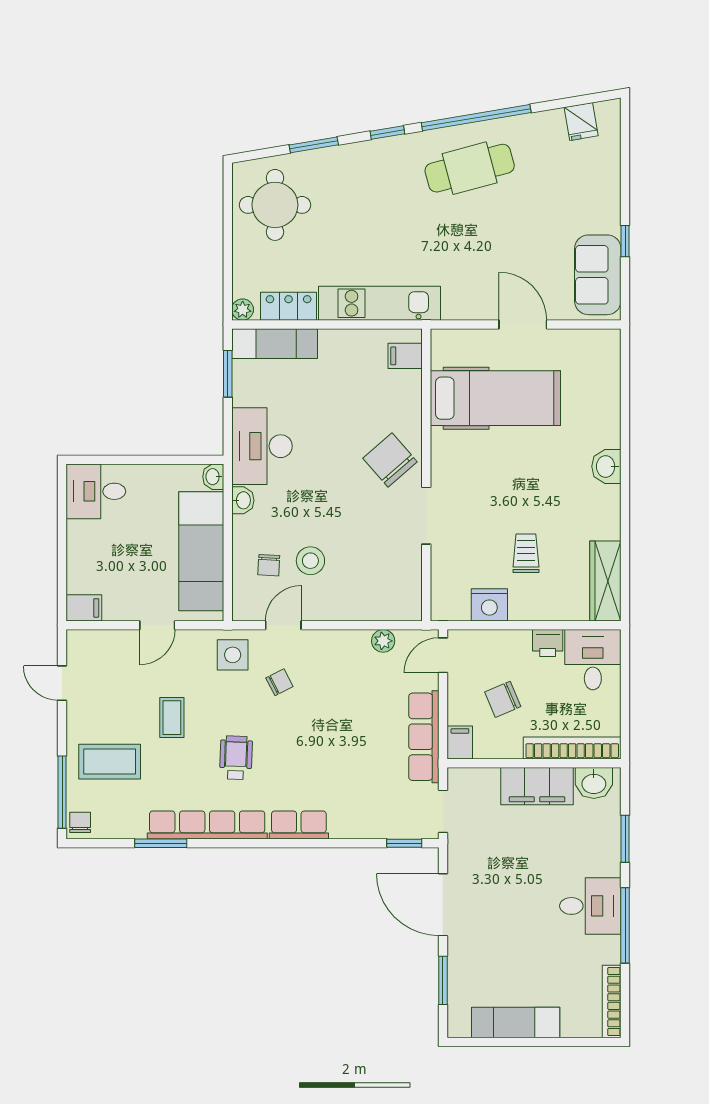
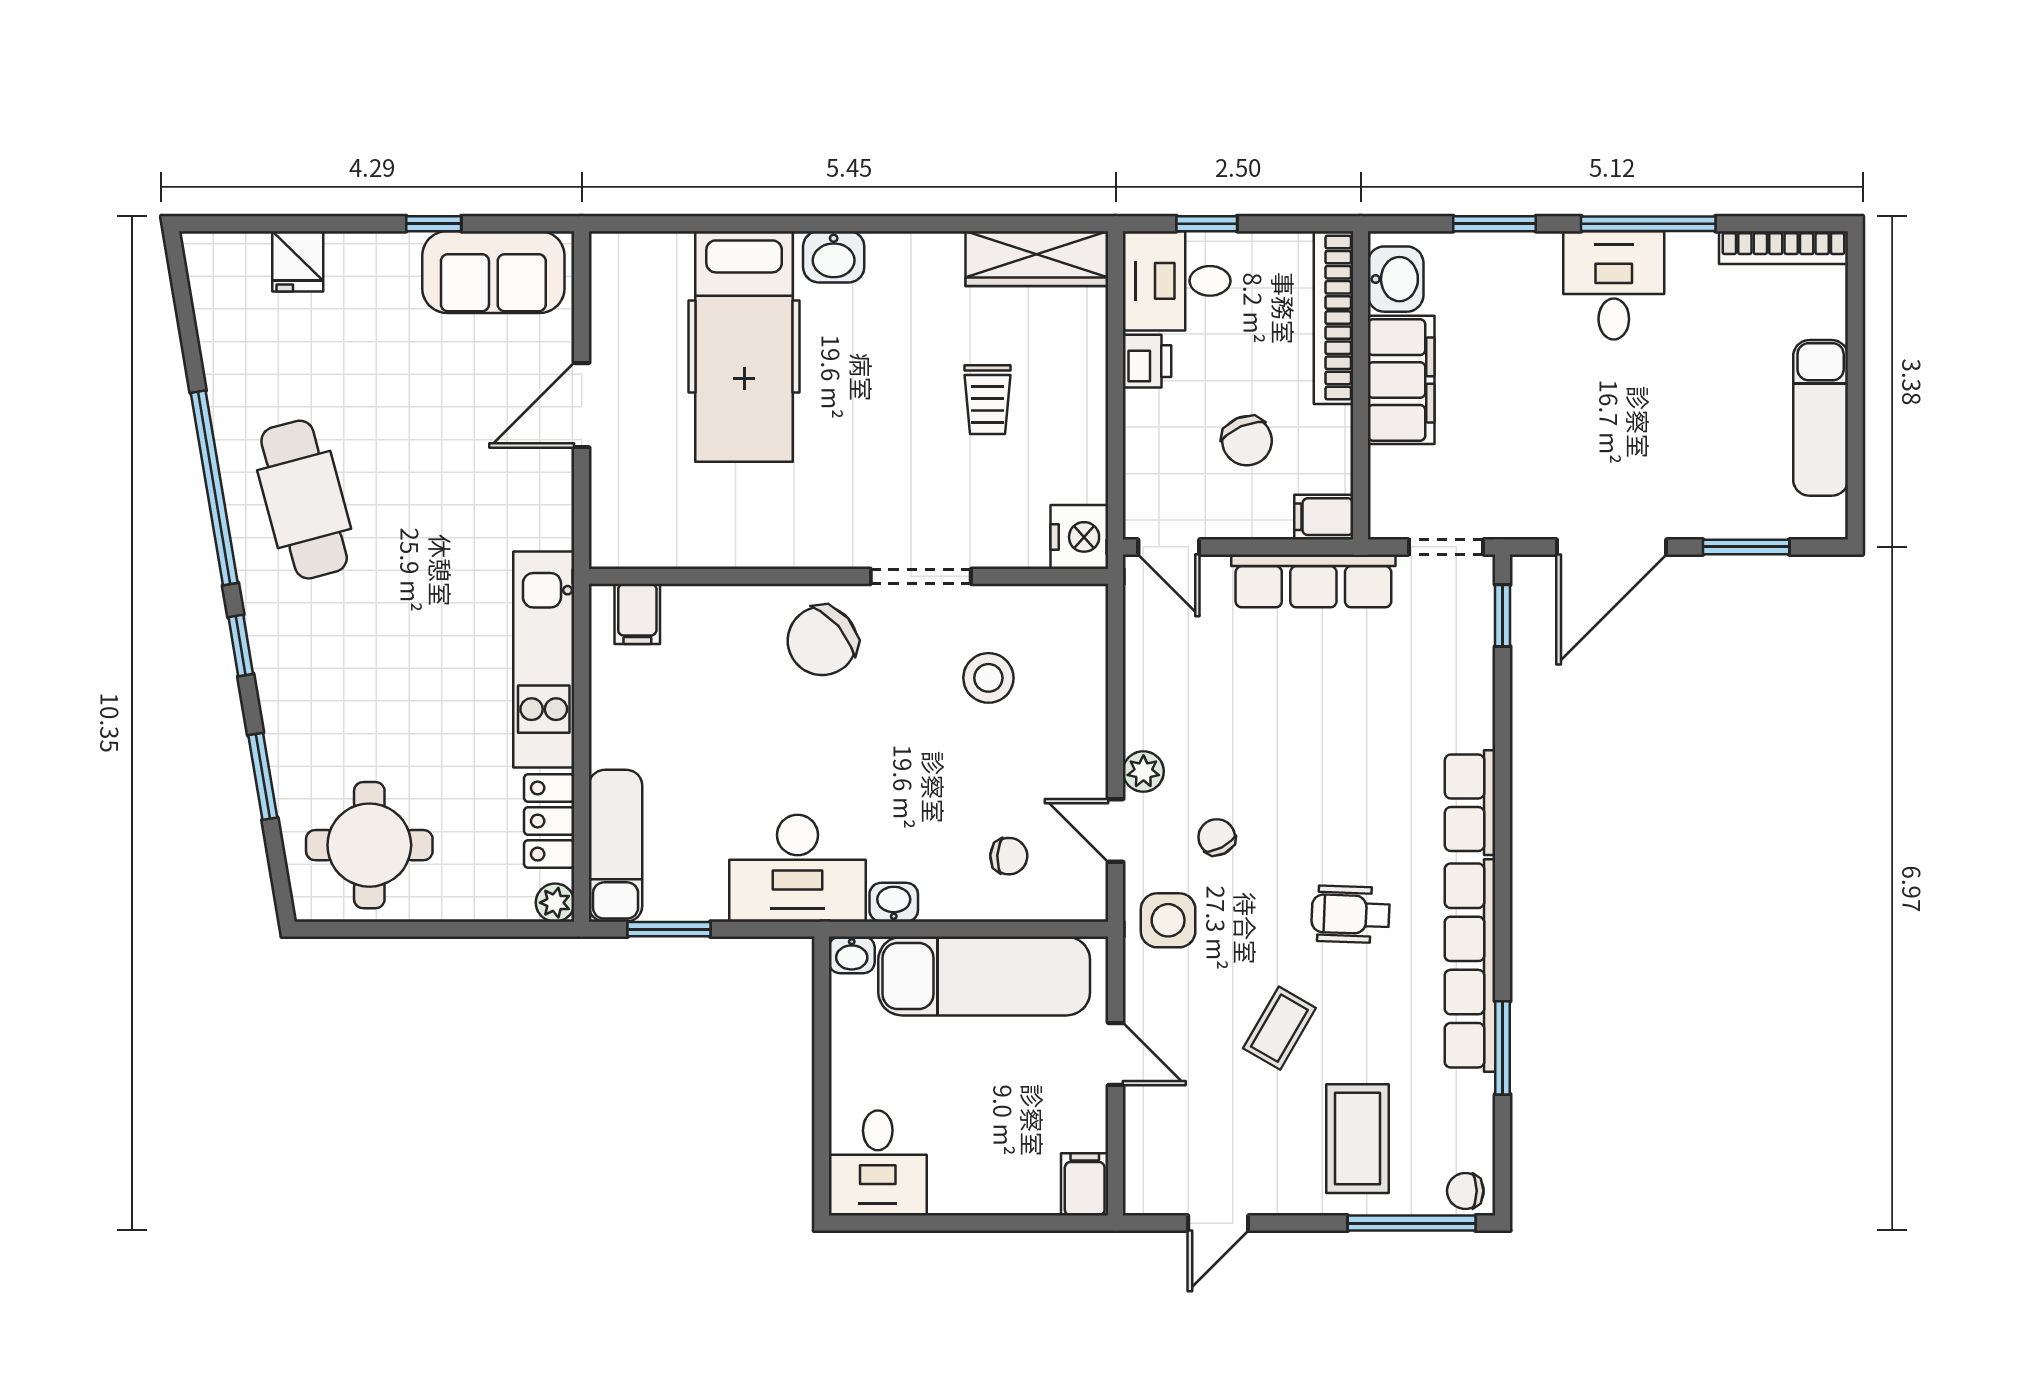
fridge: (581, 122) -> (298, 261), moved, turned 100
hospital bed: (495, 398) -> (744, 346), moved, turned 180
trolley: (526, 553) -> (988, 400), turned -90
stool: (310, 561) -> (988, 678), moved
nightstand: (489, 605) -> (1079, 537), moved
plant: (383, 641) -> (1143, 771), moved
window: (625, 677) -> (1207, 224), added
coffee table: (172, 718) -> (1279, 1028), turned -60

